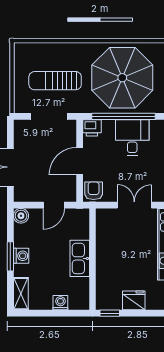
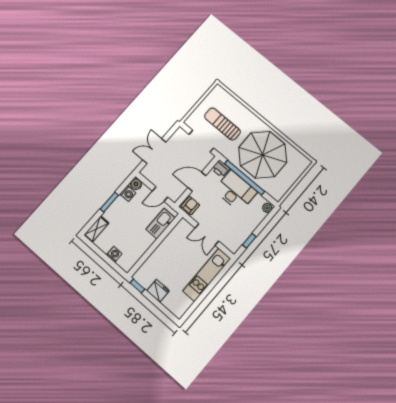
desk: (132, 138) -> (236, 191), width x1.37
double door: (134, 205) -> (207, 234), swing flipped
washing machine: (21, 256) -> (128, 193), moved
kitchen sink: (80, 258) -> (161, 224), moved

